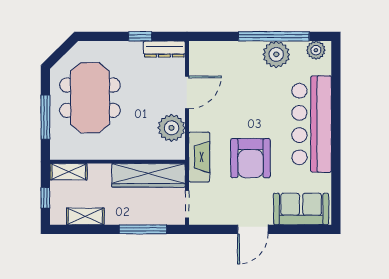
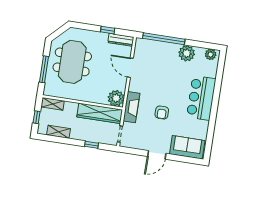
window: (274, 36) -> (164, 39), moved
door: (187, 92) -> (130, 68), swing flipped
bar counter: (312, 124) -> (201, 98), width x0.73
plant: (172, 128) -> (116, 98), moved
armchair: (250, 158) -> (162, 112), width x0.53, depth x0.53
window: (143, 229) -> (92, 145), width x0.46

